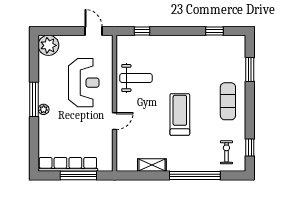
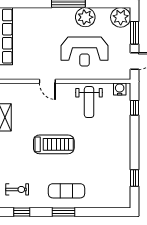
window: (64, 31) -> (134, 33), added
water cooler: (123, 46) -> (120, 89), added
window: (250, 69) -> (64, 212), moved
plant: (44, 109) -> (85, 17), moved, width x1.88, depth x1.88

